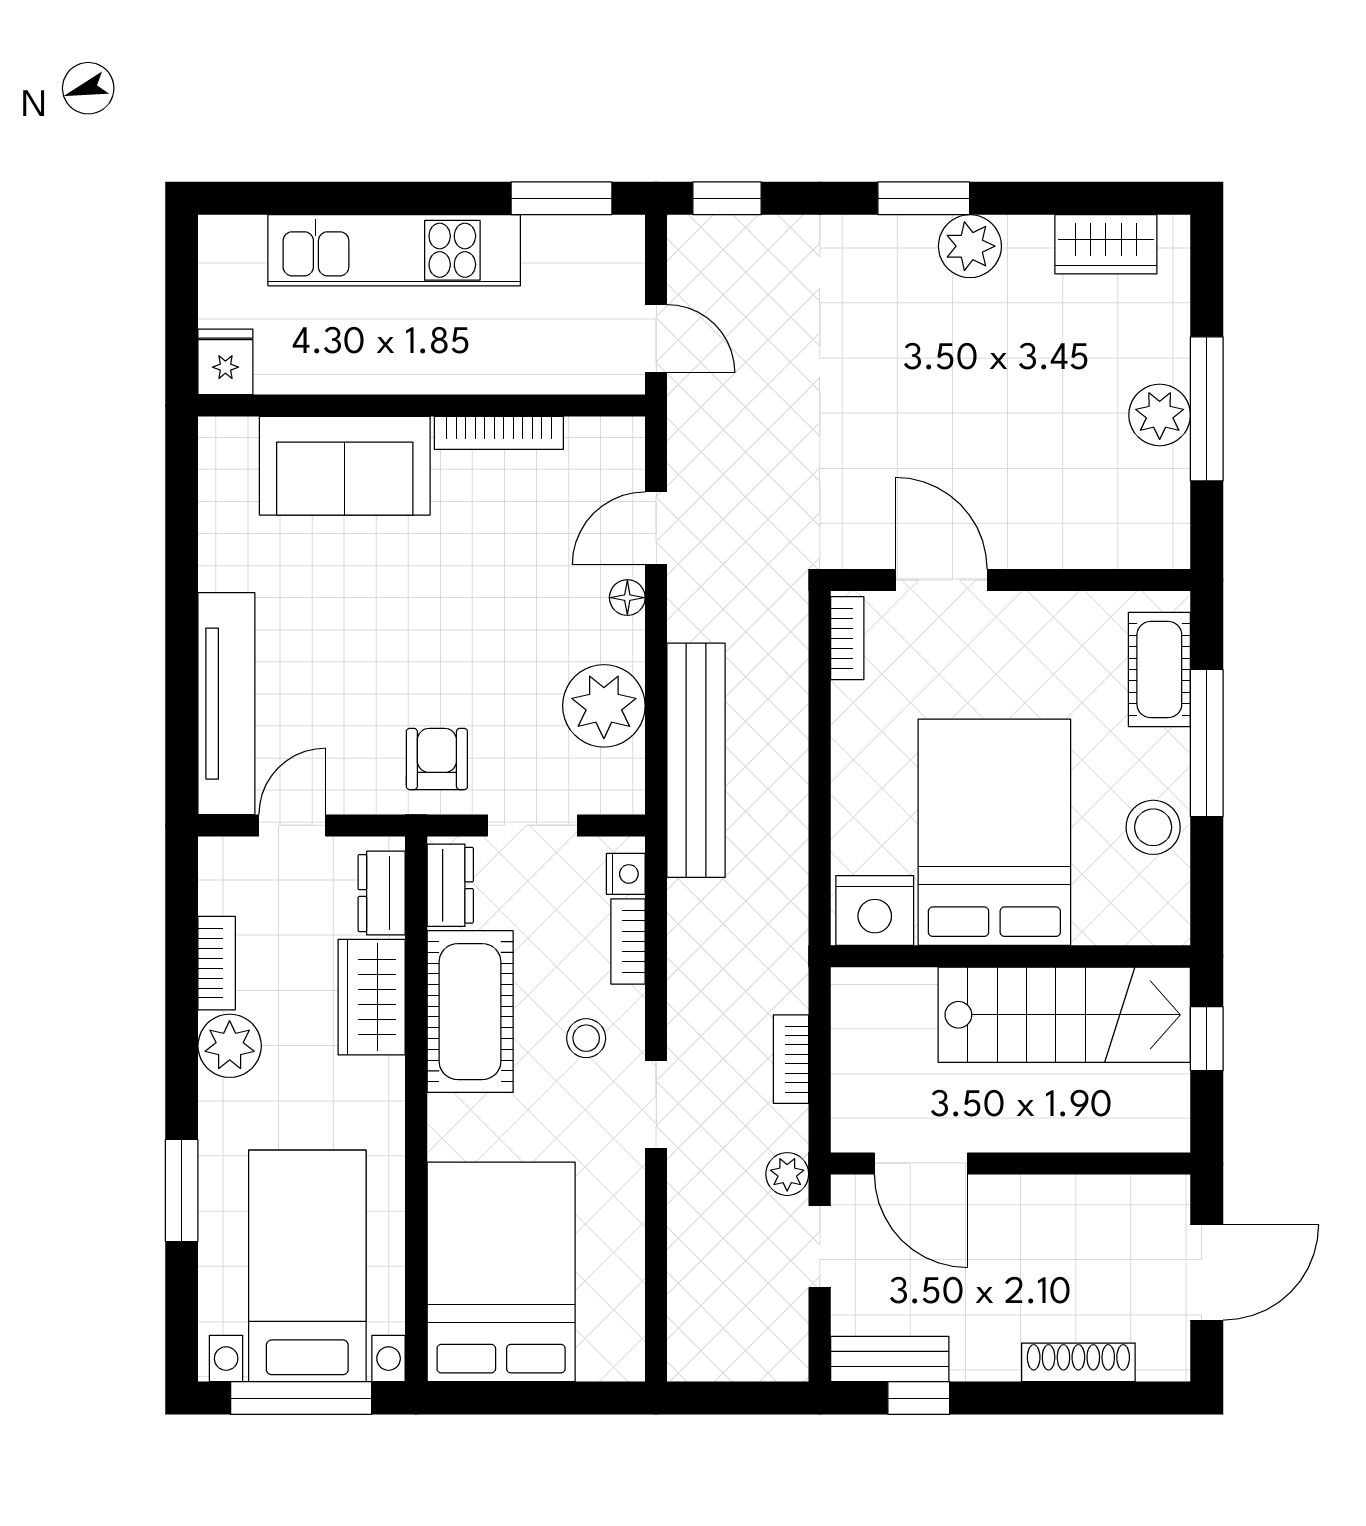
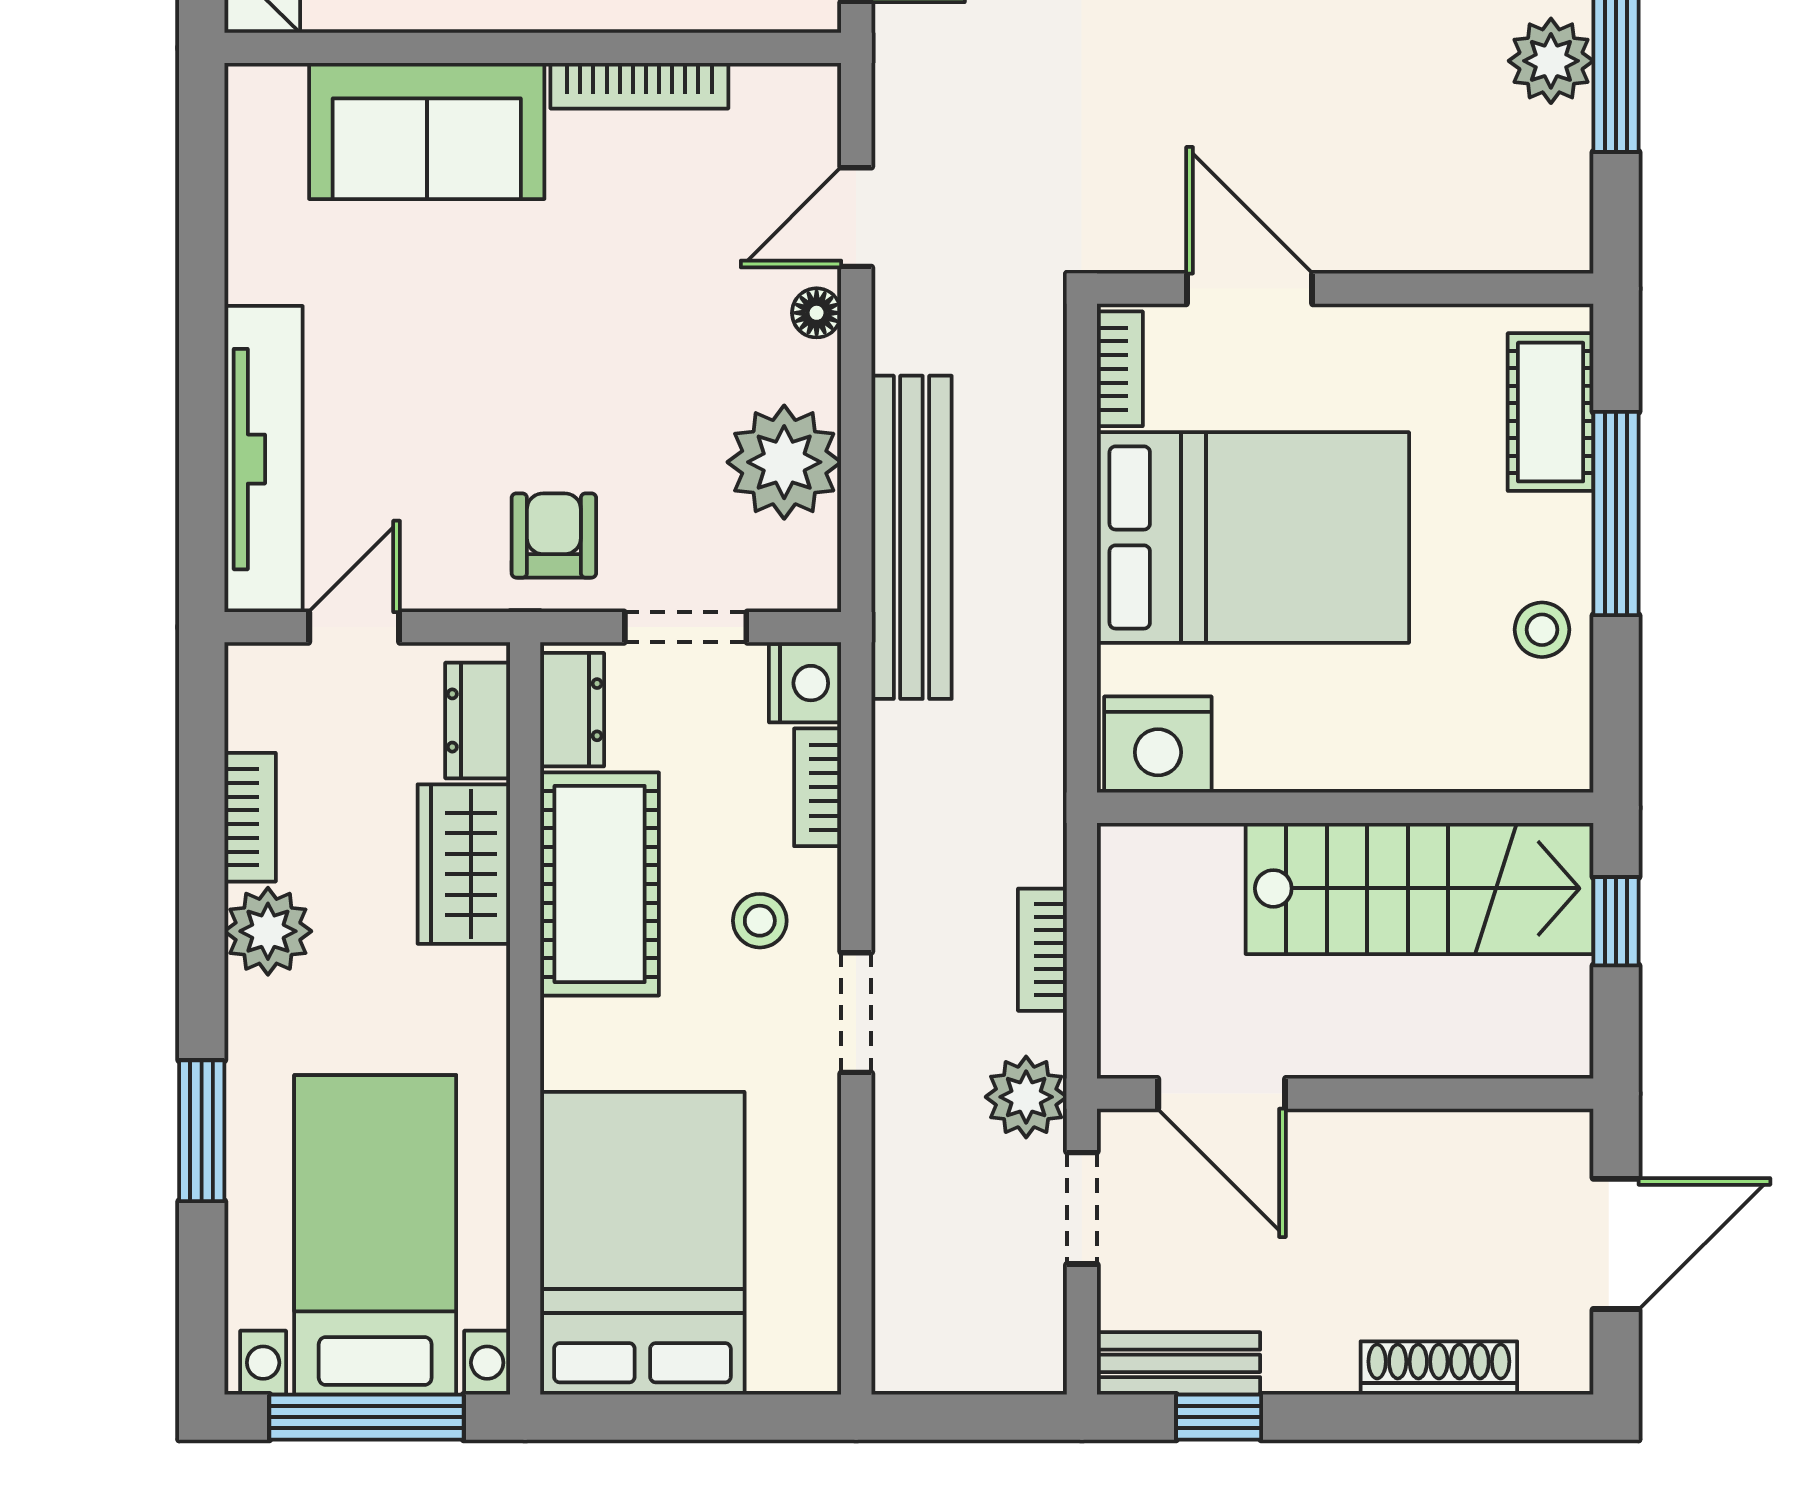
stool: (1153, 827) -> (1542, 630), width x0.73, depth x0.73
bed: (994, 832) -> (1253, 537), moved, turned 90
nightstand: (626, 874) -> (805, 683), width x1.39, depth x1.35
plant: (787, 1174) -> (1026, 1097), width x1.38, depth x1.38

